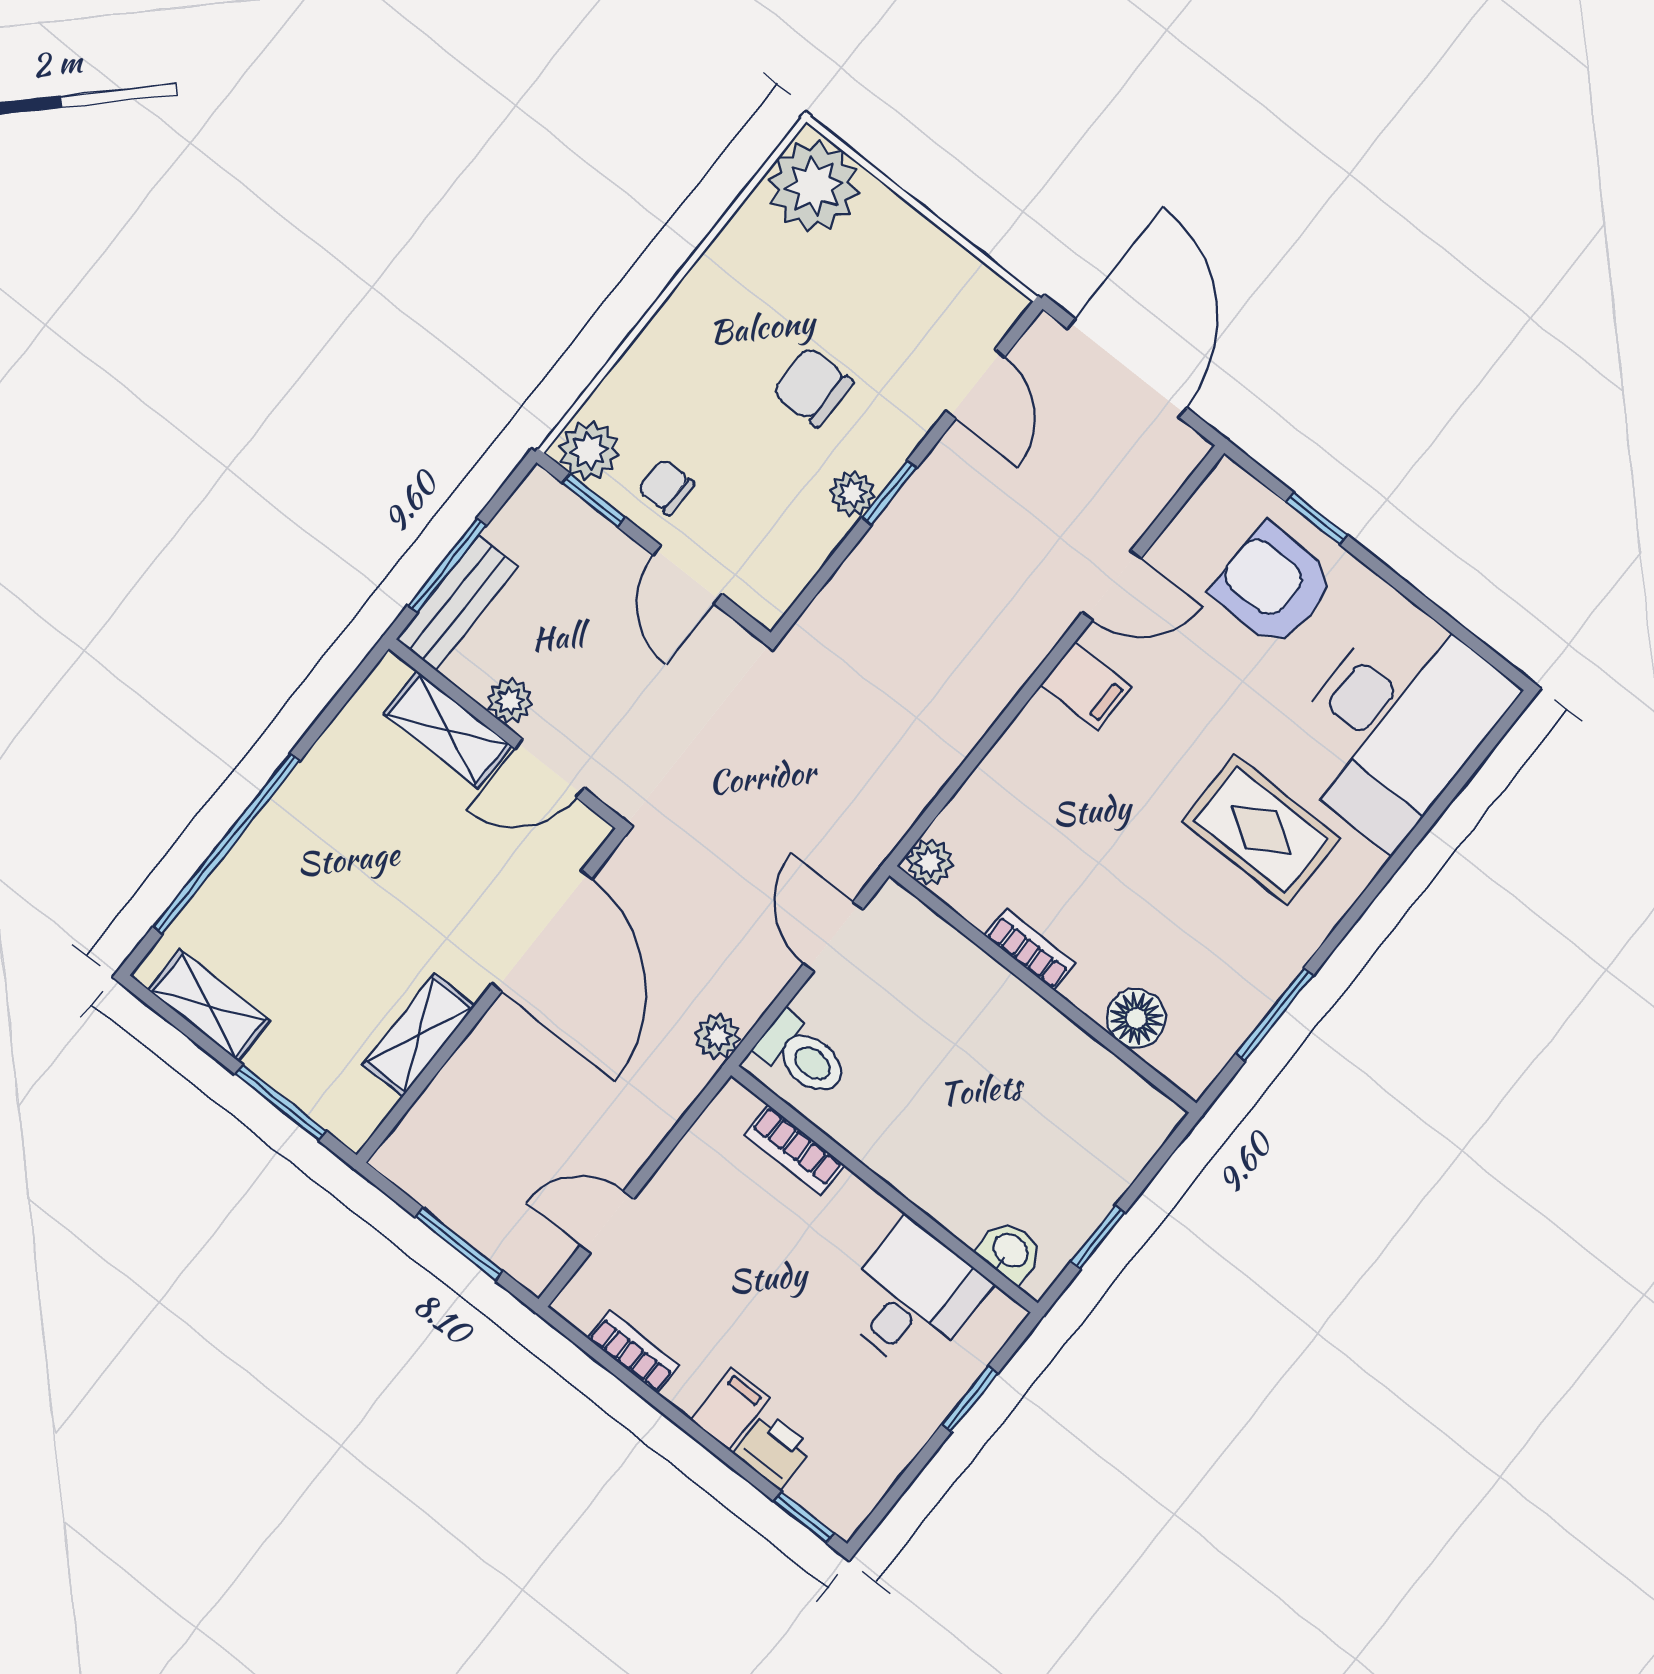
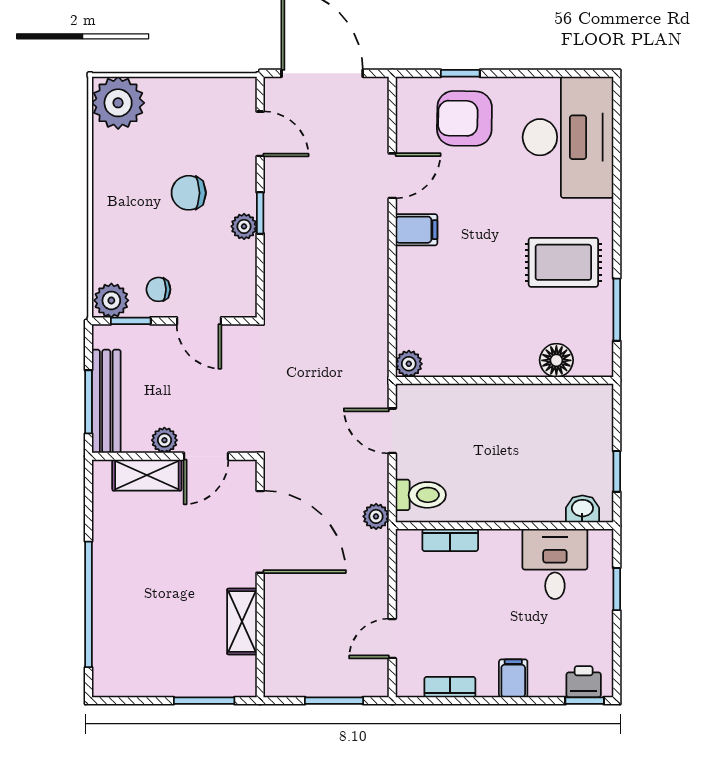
bench: (457, 603) -> (106, 401), width x1.36
rug: (1261, 830) -> (563, 262), moved
bookcase: (1030, 949) -> (484, 367), removed
shelving: (209, 1005) -> (138, 683), removed
printer: (773, 1451) -> (584, 682), moved

